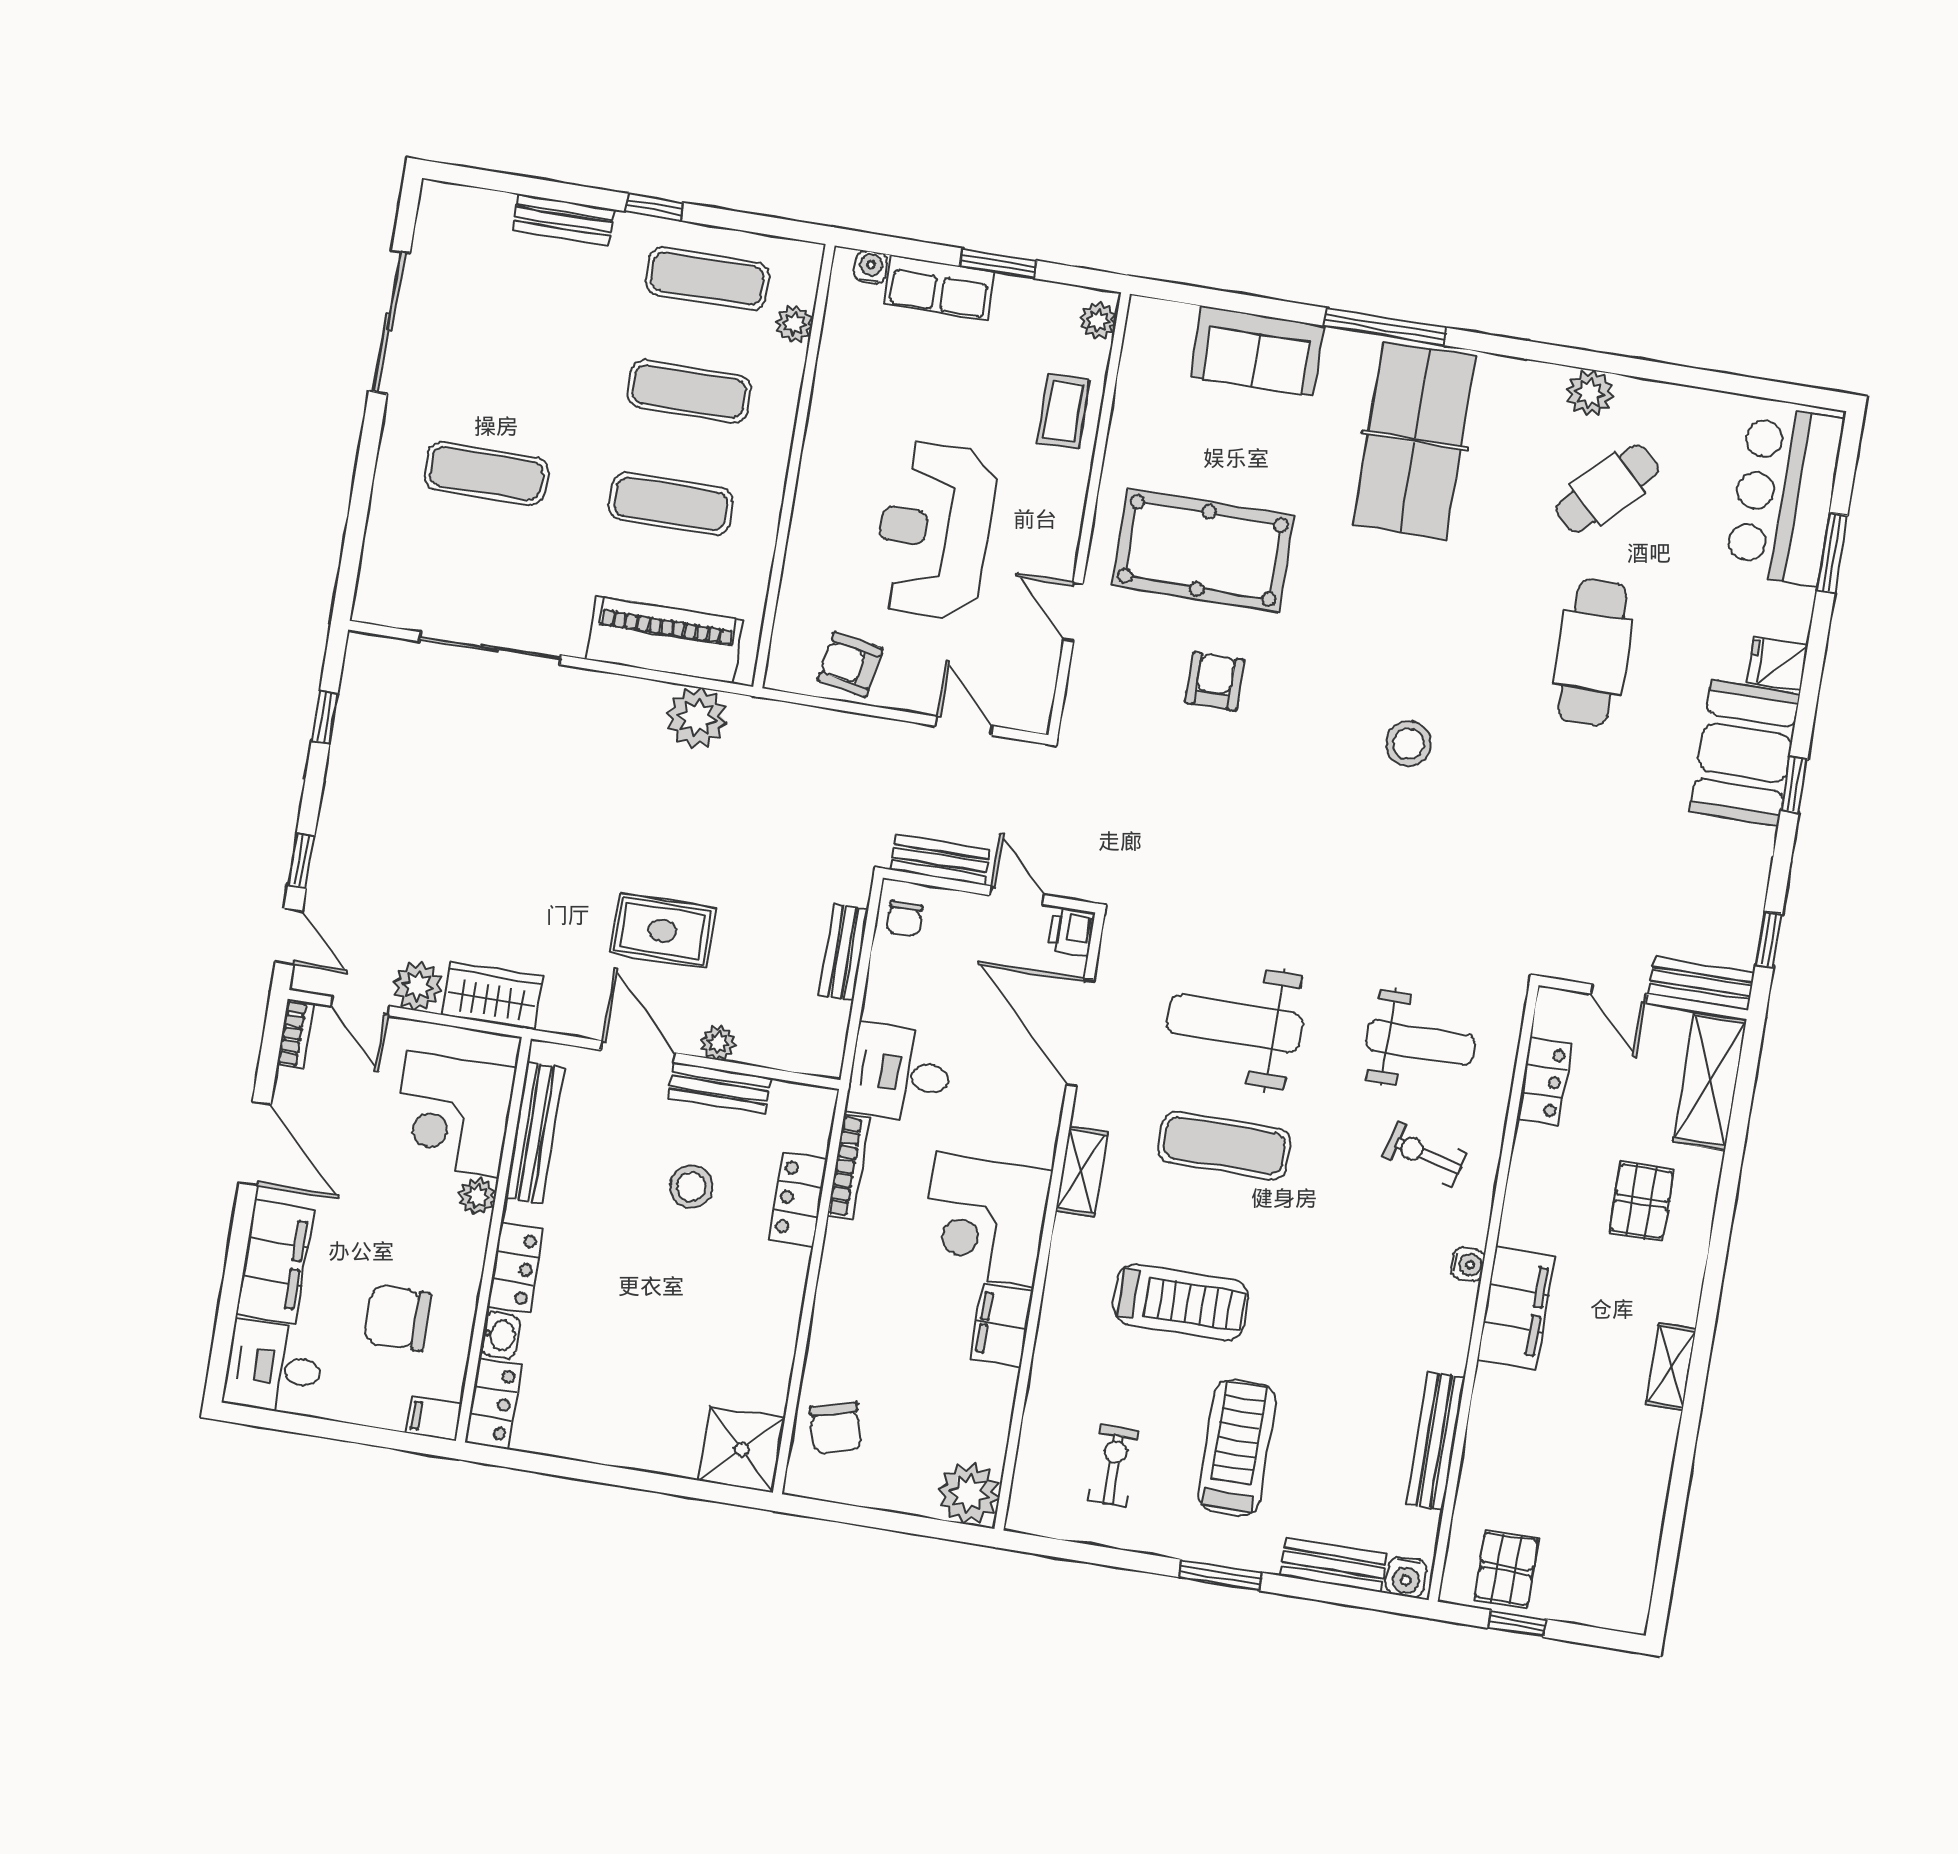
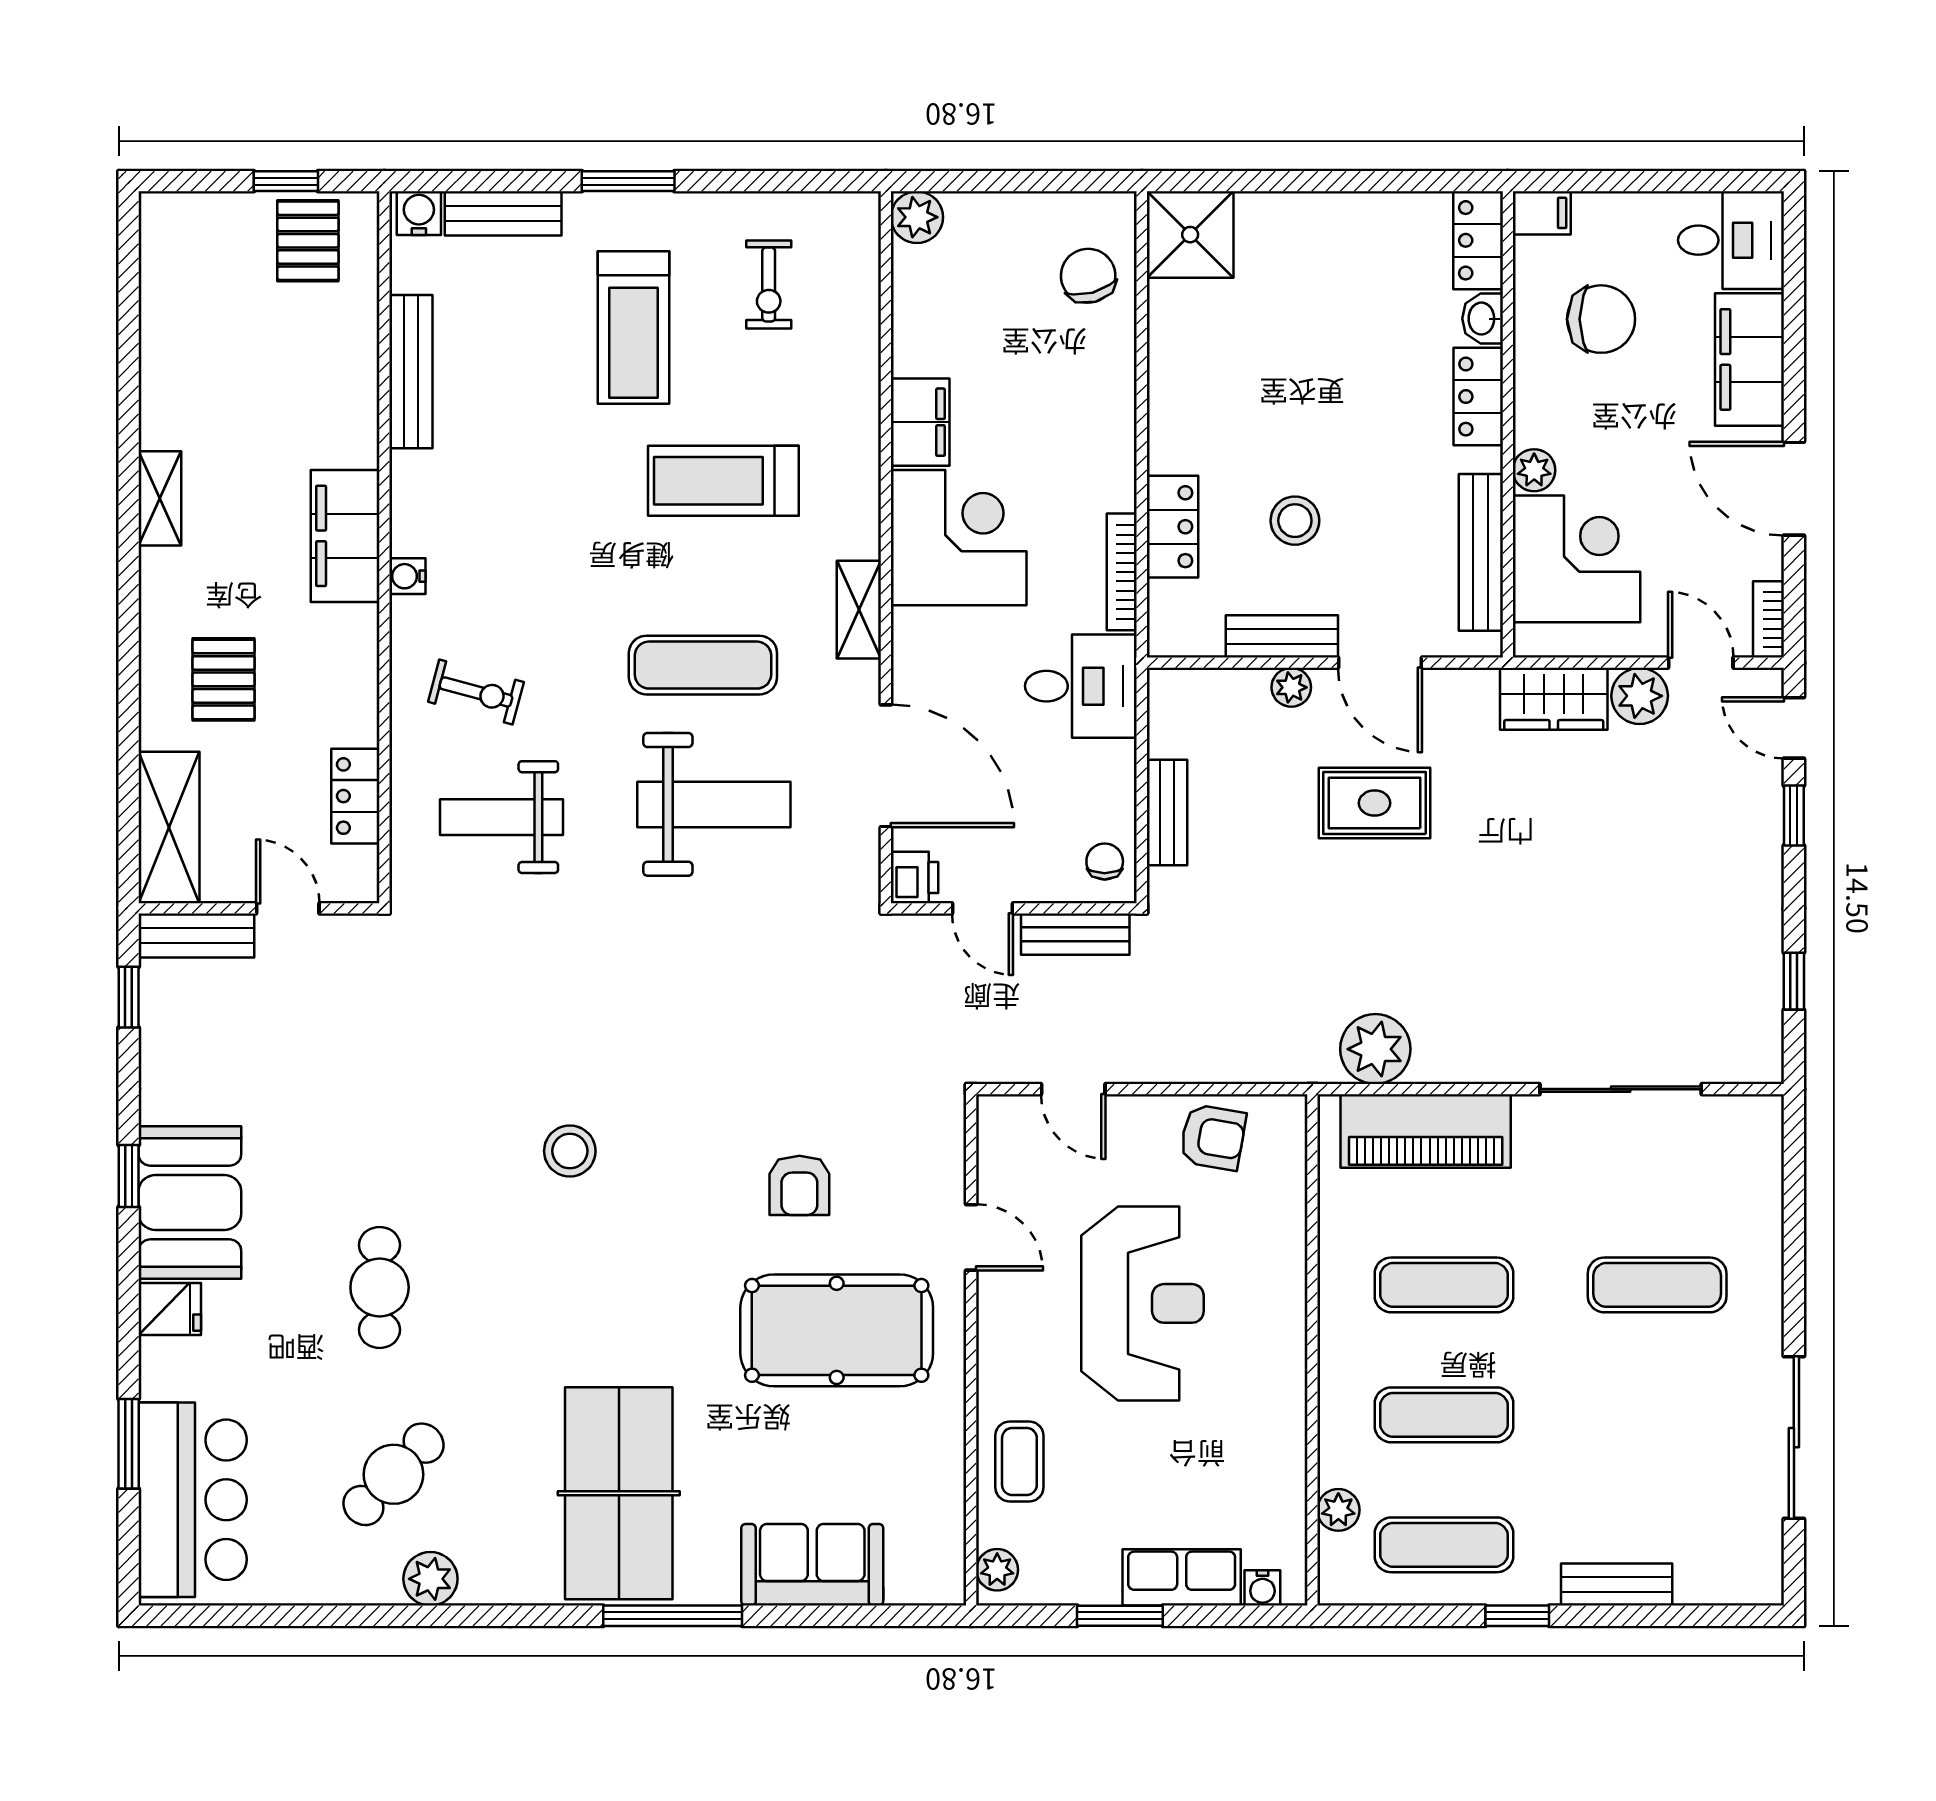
cafe table: (1593, 652) -> (380, 1287), width x0.73, depth x0.74
plant: (969, 1493) -> (917, 217), width x0.73, depth x0.73

